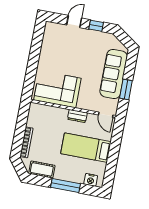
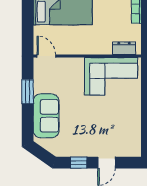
sofa: (114, 74) -> (46, 116), width x0.73
dresser: (77, 116) -> (124, 48), moved

